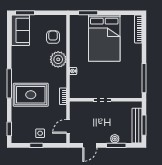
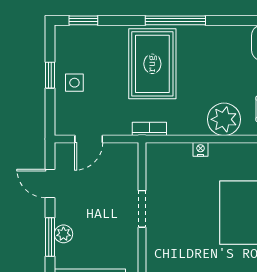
door: (68, 126) -> (89, 139), swing flipped

